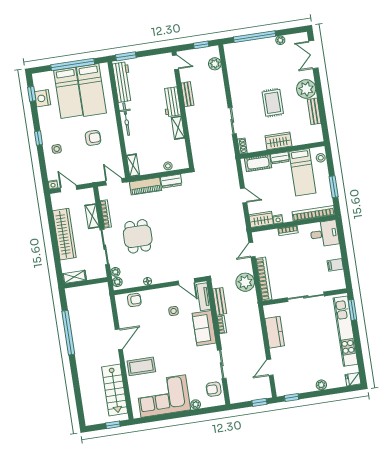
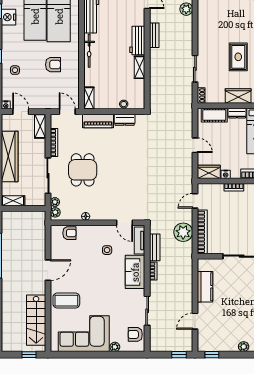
shelving: (92, 216) -> (40, 126), moved

